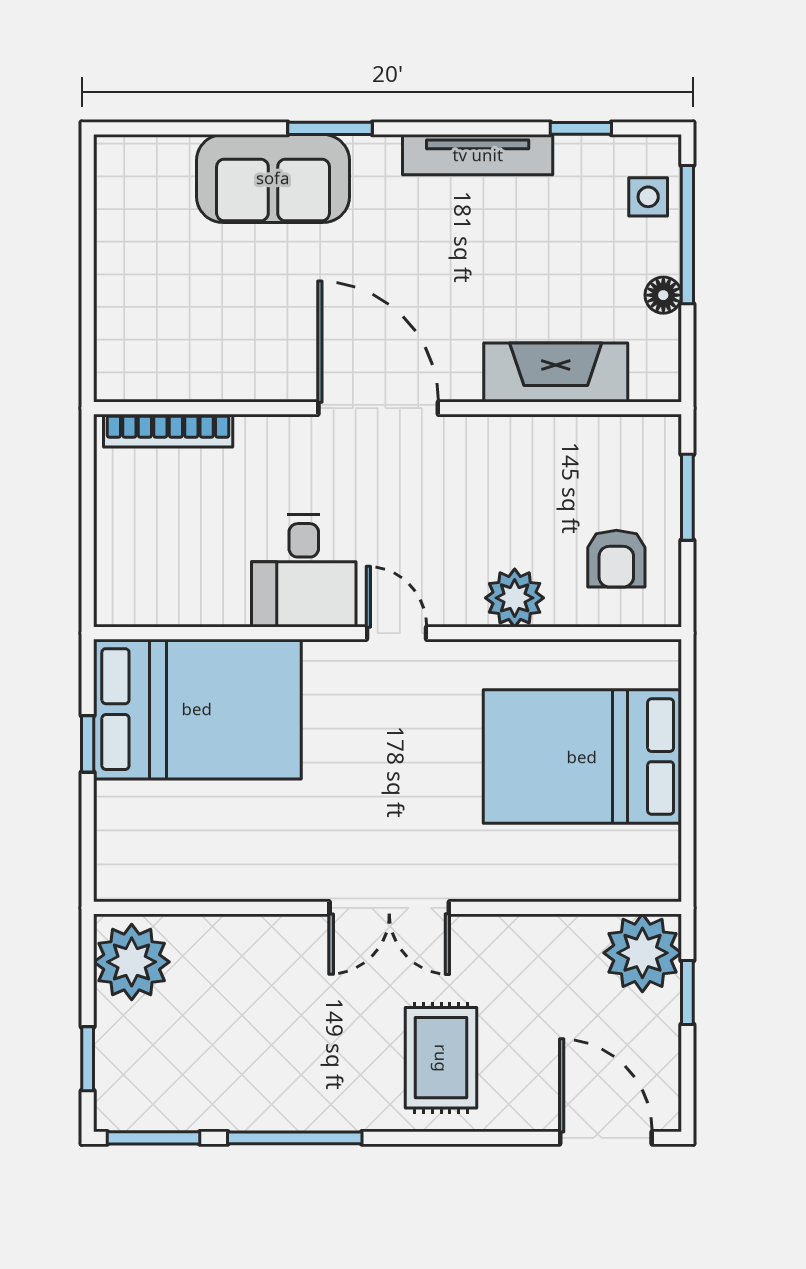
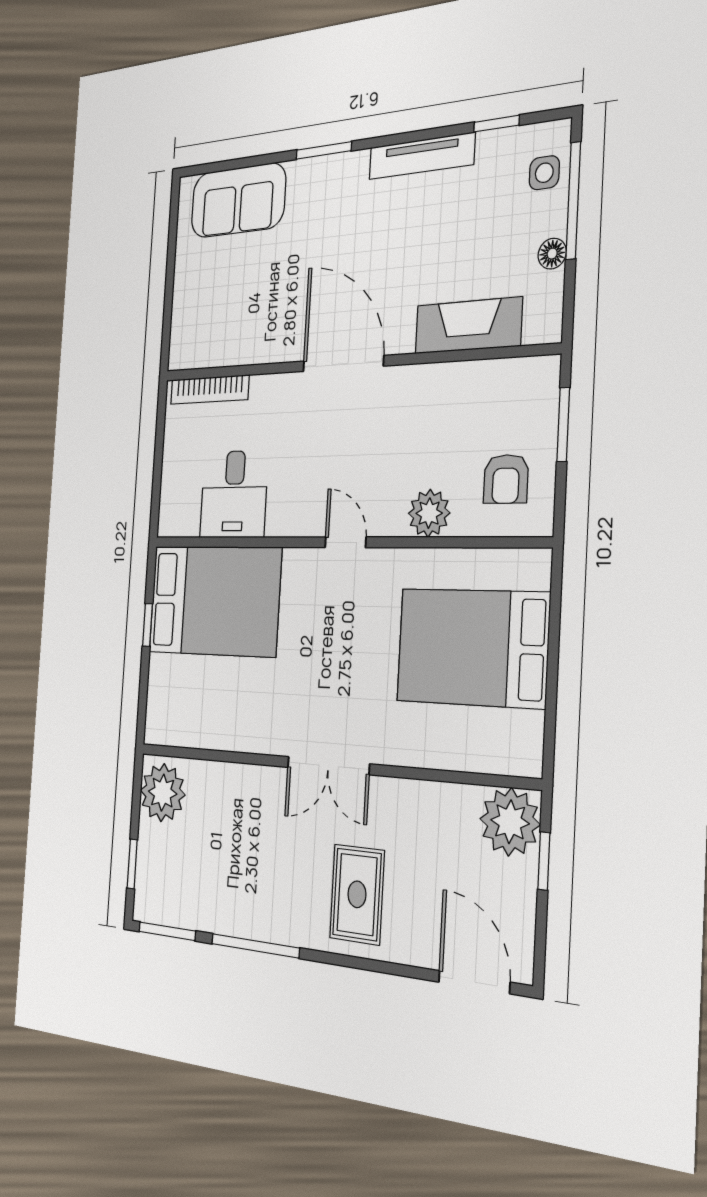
sofa: (273, 178) -> (238, 200), moved
desk: (304, 571) -> (234, 494), moved

